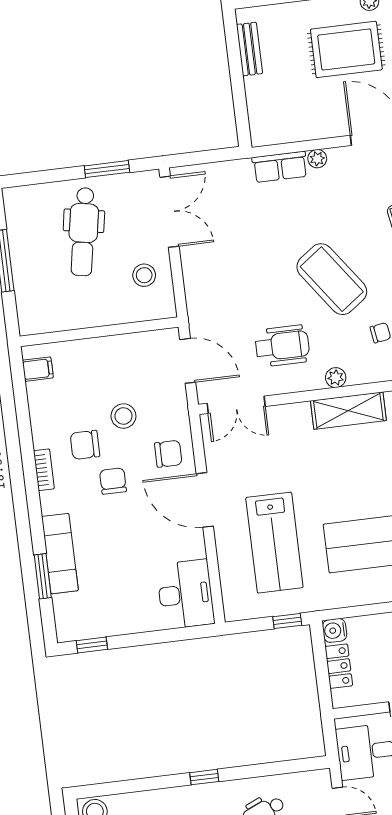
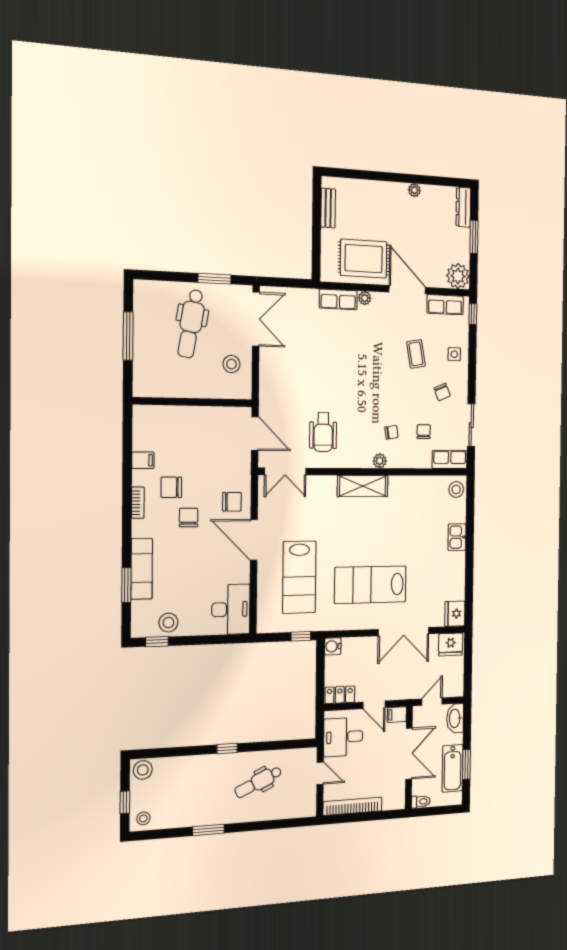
rug: (346, 49) -> (364, 259), moved
coffee table: (332, 279) -> (363, 388), removed
wheelchair: (282, 346) -> (323, 432), turned 90
filing cabinet: (38, 369) -> (143, 460), moved
plant: (336, 378) -> (380, 461), moved
stool: (123, 416) -> (168, 623), moved
locker: (339, 666) -> (340, 695), moved, turned -90

